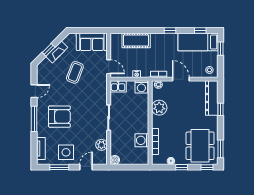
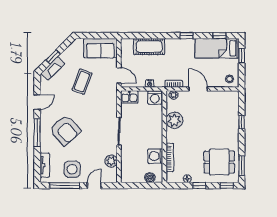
fireplace: (57, 52) -> (53, 68), moved
dresser: (212, 98) -> (232, 110), removed
armchair: (59, 117) -> (65, 130), turned 48
dining table: (200, 146) -> (219, 162), width x0.73
boiler: (115, 160) -> (150, 178), moved
window: (59, 167) -> (65, 186), width x1.44

